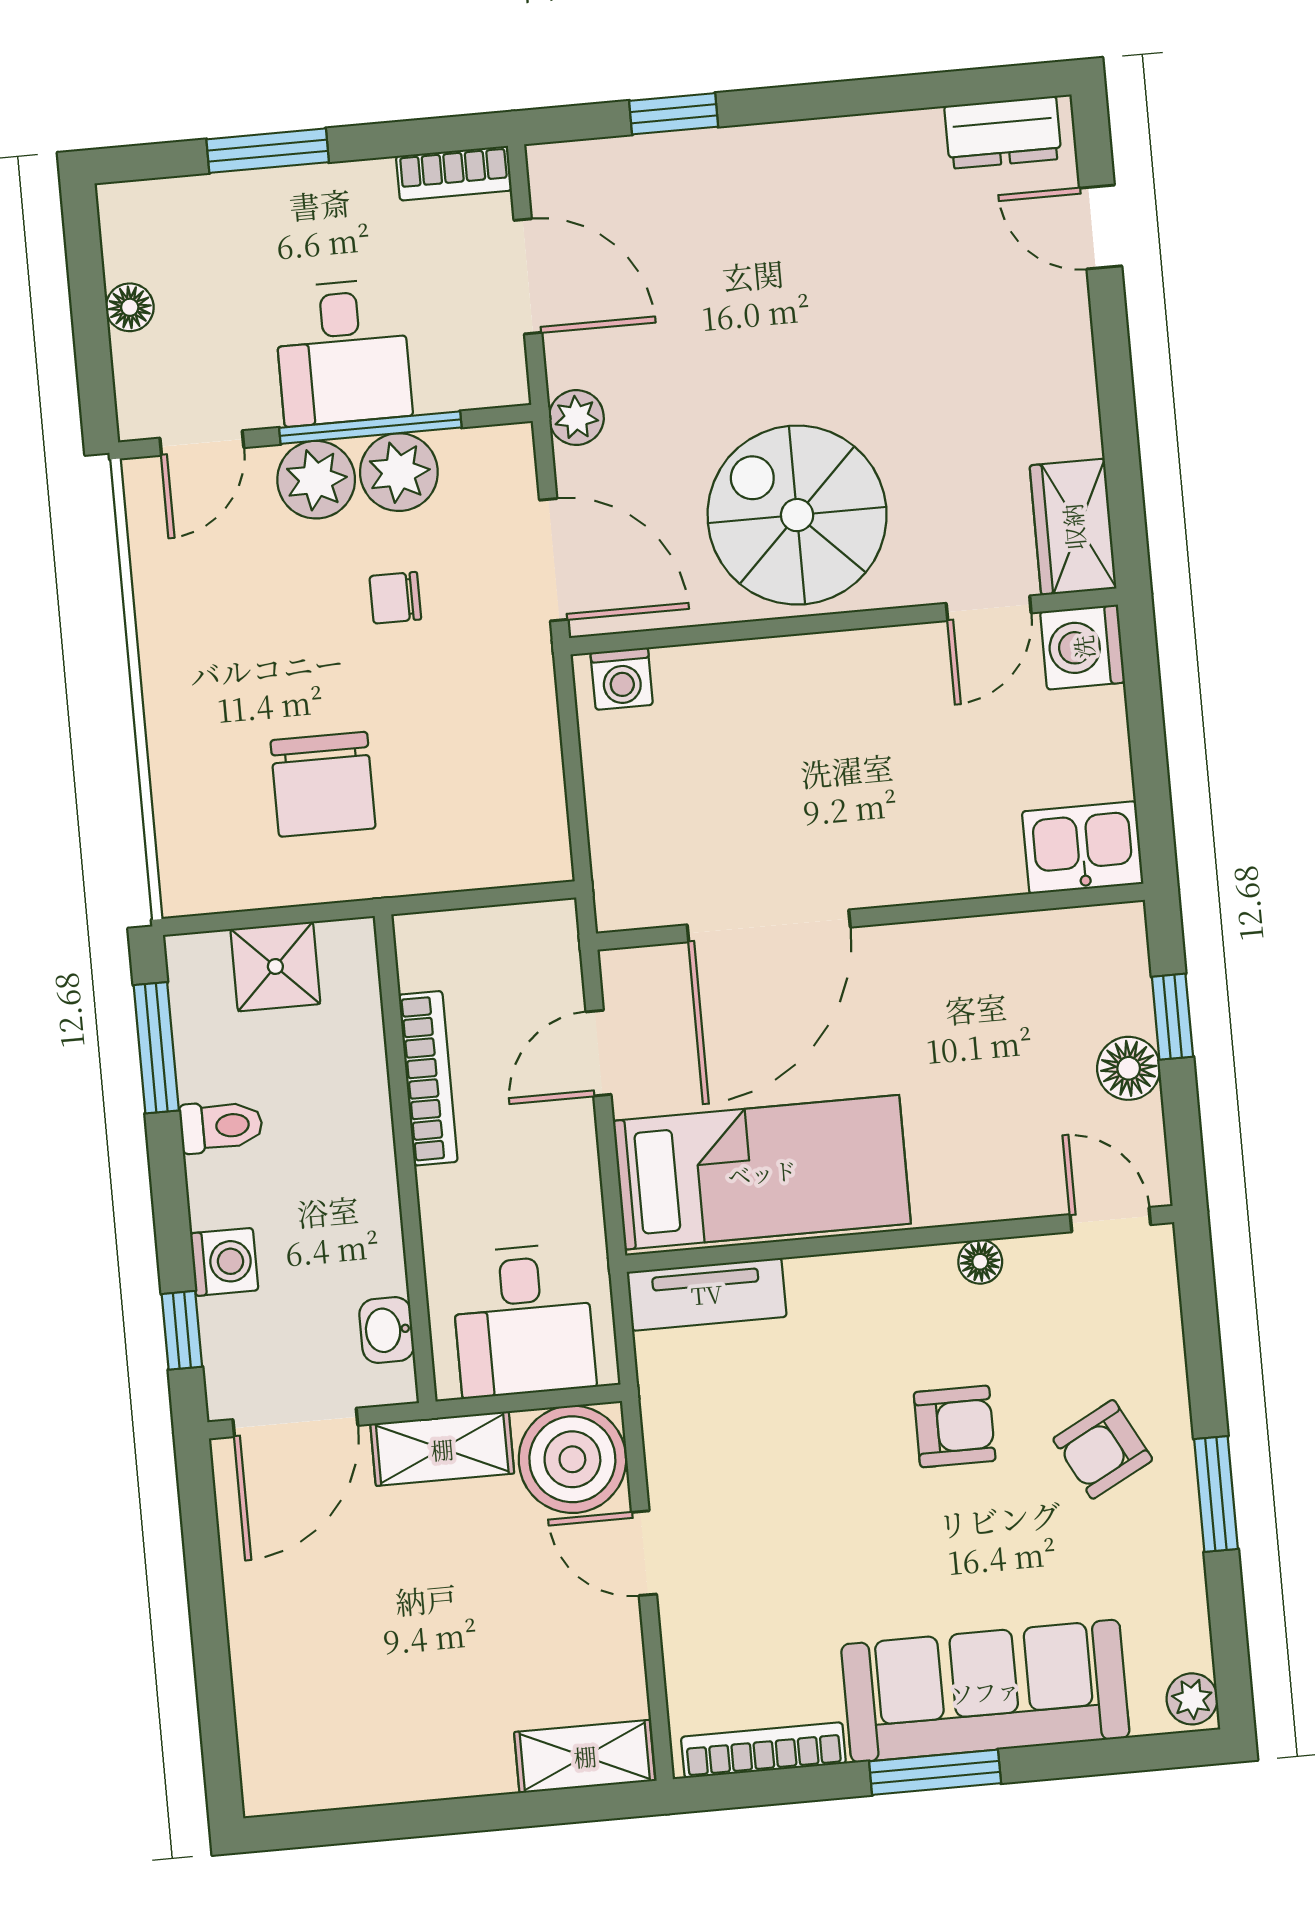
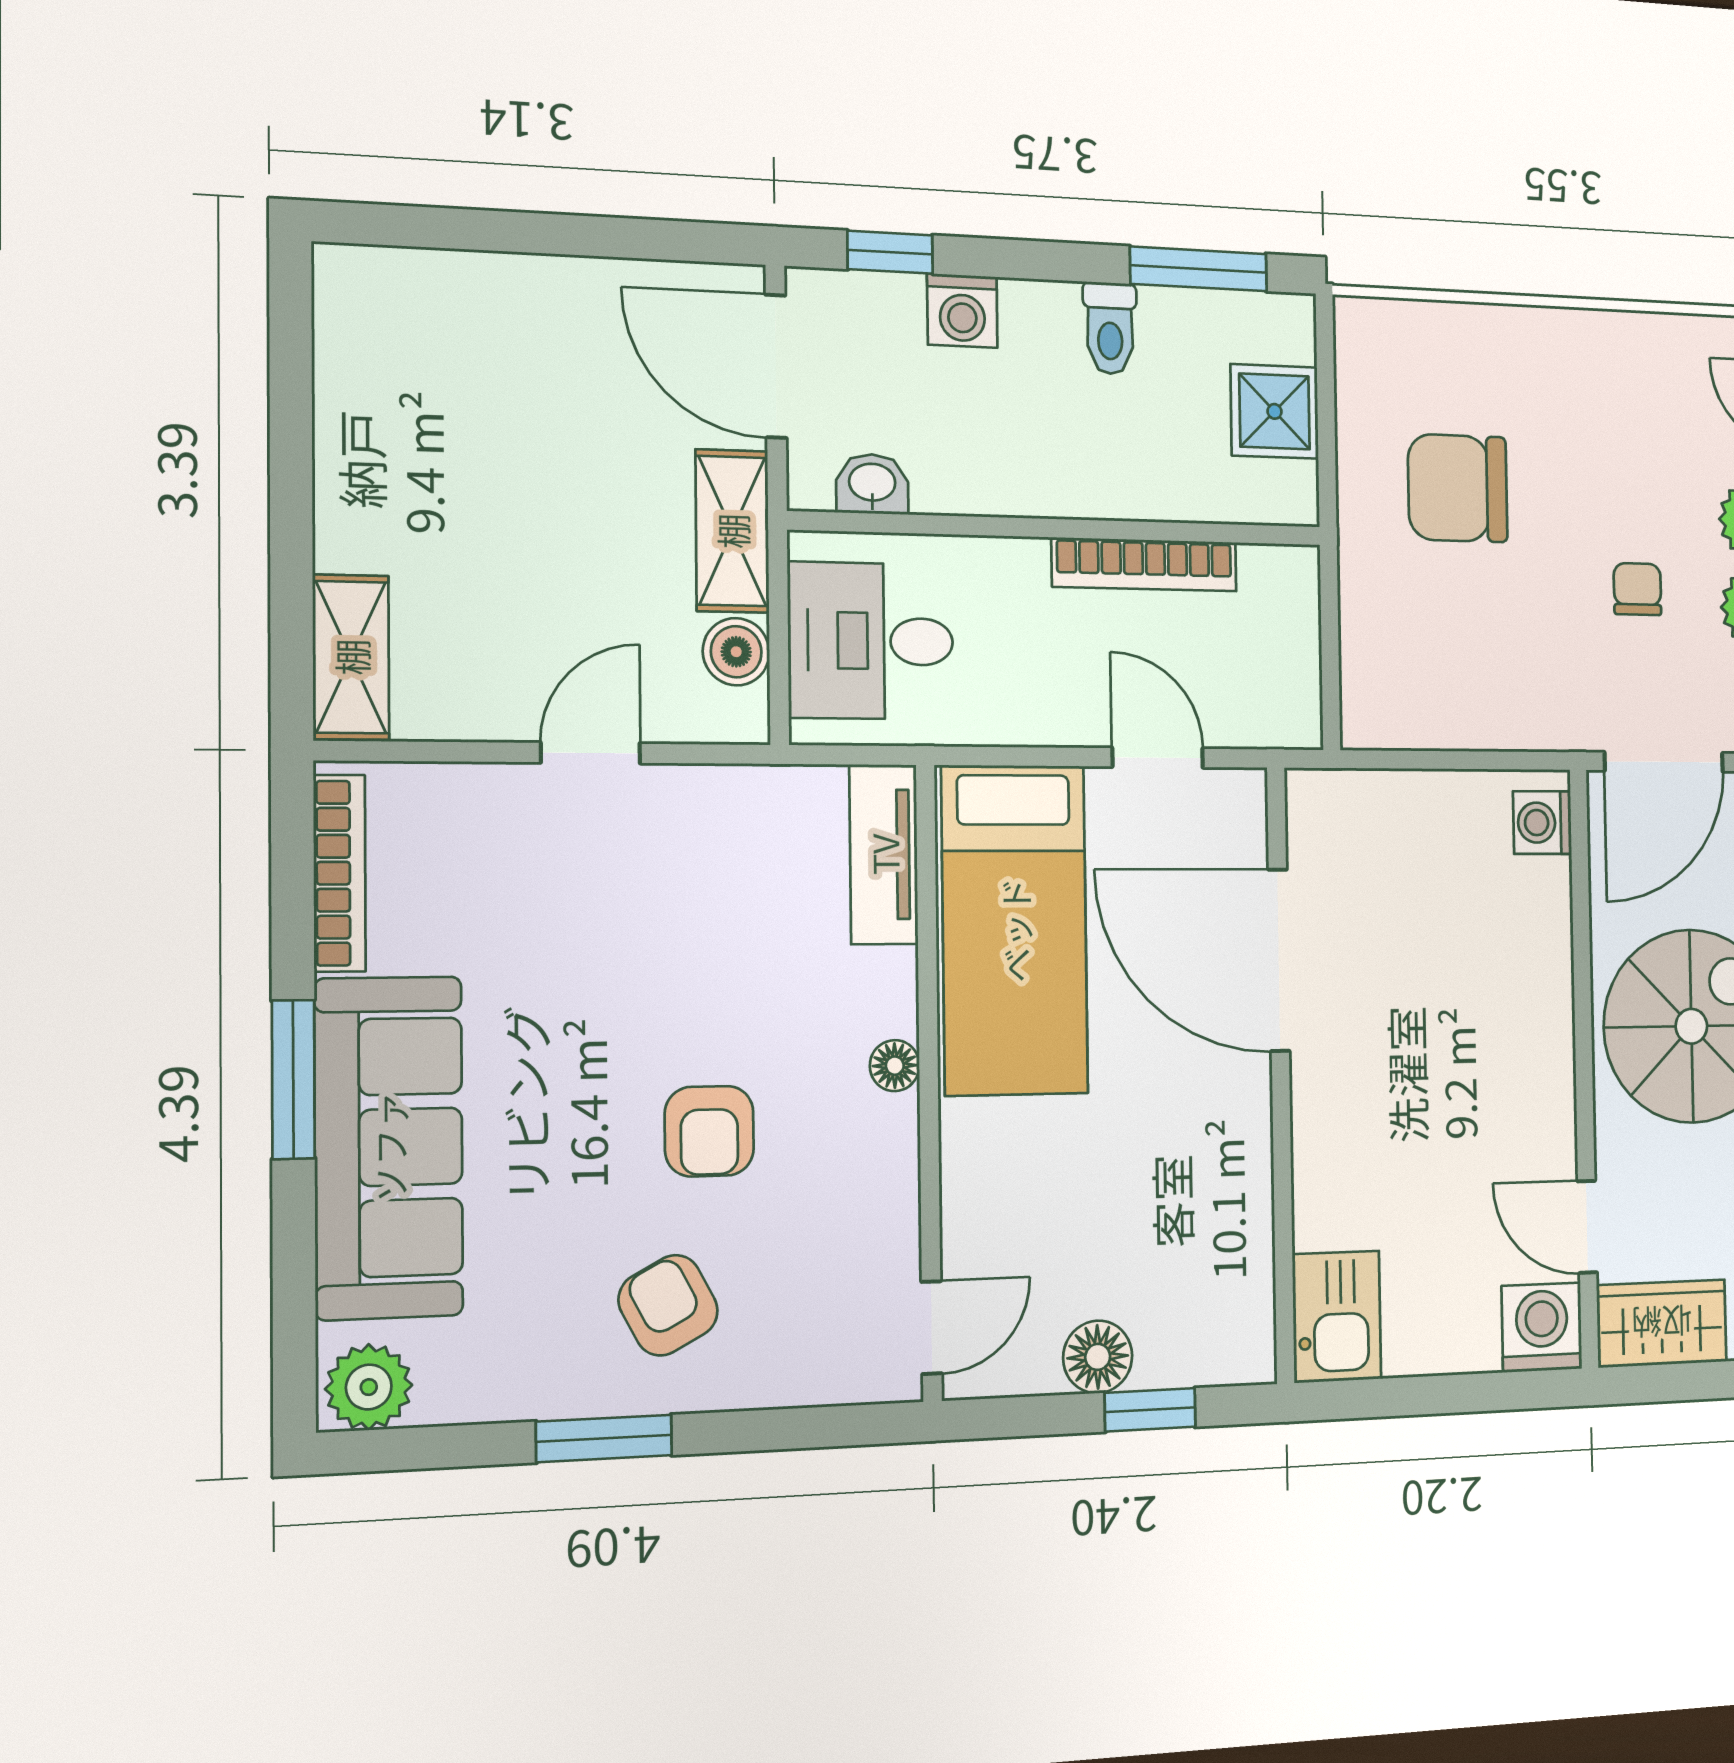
floor lamp: (980, 1262) -> (895, 1066), moved
boiler: (572, 1459) -> (736, 652), width x0.54, depth x0.54
plant: (1192, 1699) -> (369, 1387), width x1.38, depth x1.38

